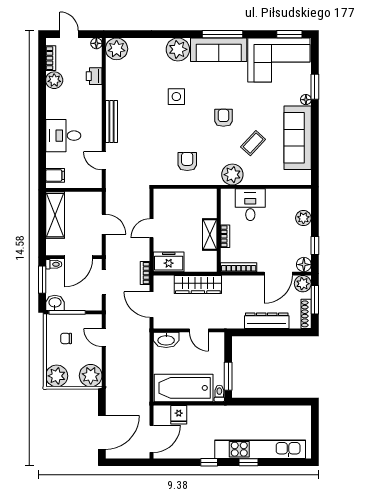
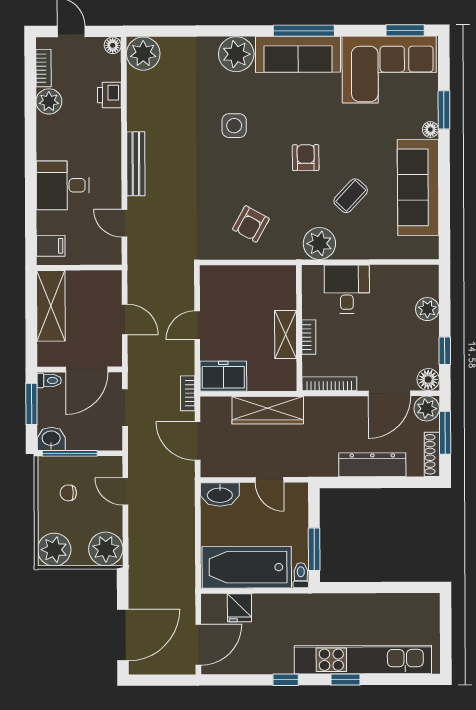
armchair: (187, 161) -> (251, 224), turned -151

